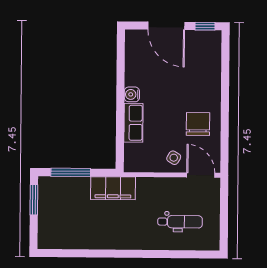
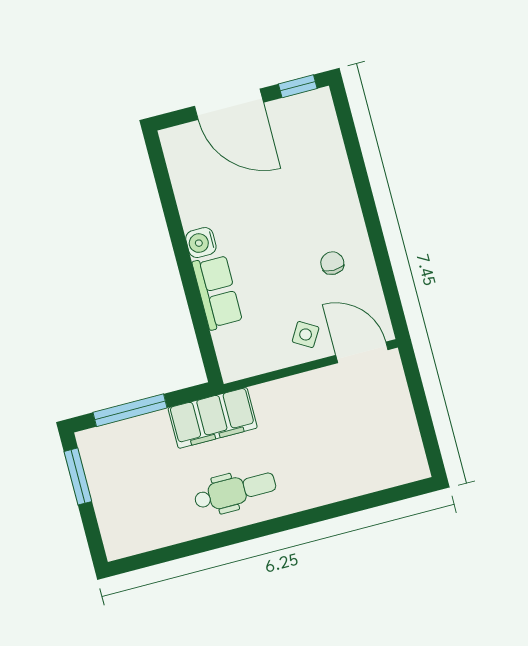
chair: (198, 124) -> (332, 263), width x0.54, depth x0.54
dental chair: (180, 222) -> (235, 491), moved

